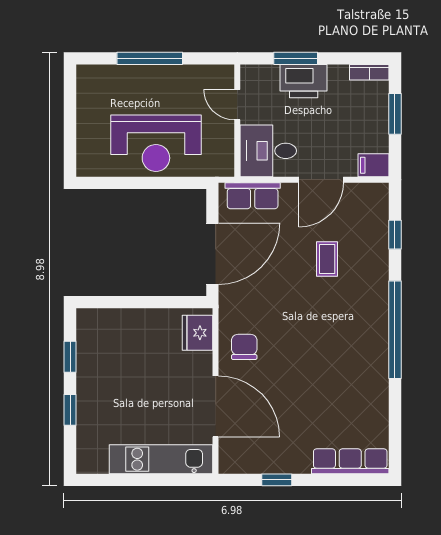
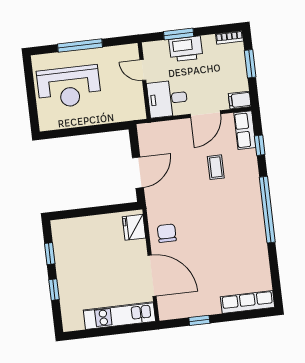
reception desk: (156, 143) -> (69, 87), moved
row of seats: (253, 196) -> (245, 130), moved, turned 90
door: (212, 254) -> (138, 173), width x0.73

